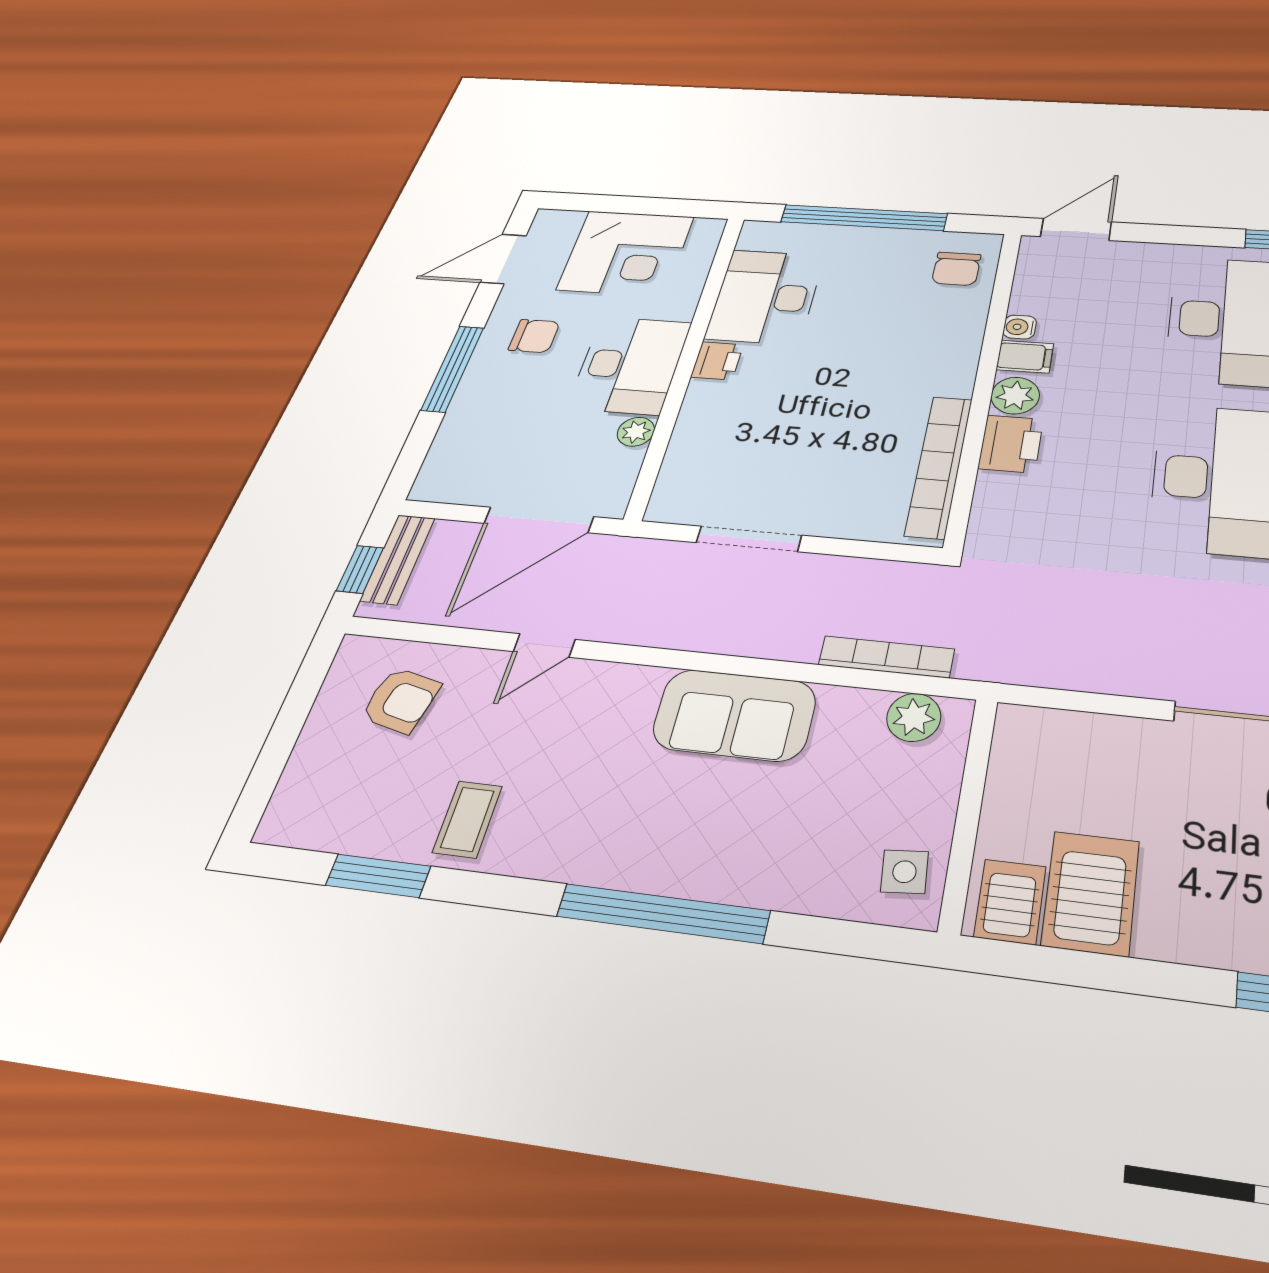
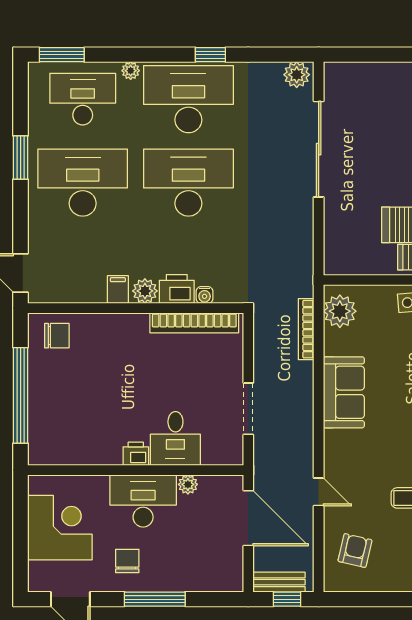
desk: (765, 297) -> (175, 438), moved, width x0.73
water cooler: (1020, 327) -> (205, 295), moved
plant: (914, 717) -> (340, 311), width x1.36, depth x1.36

